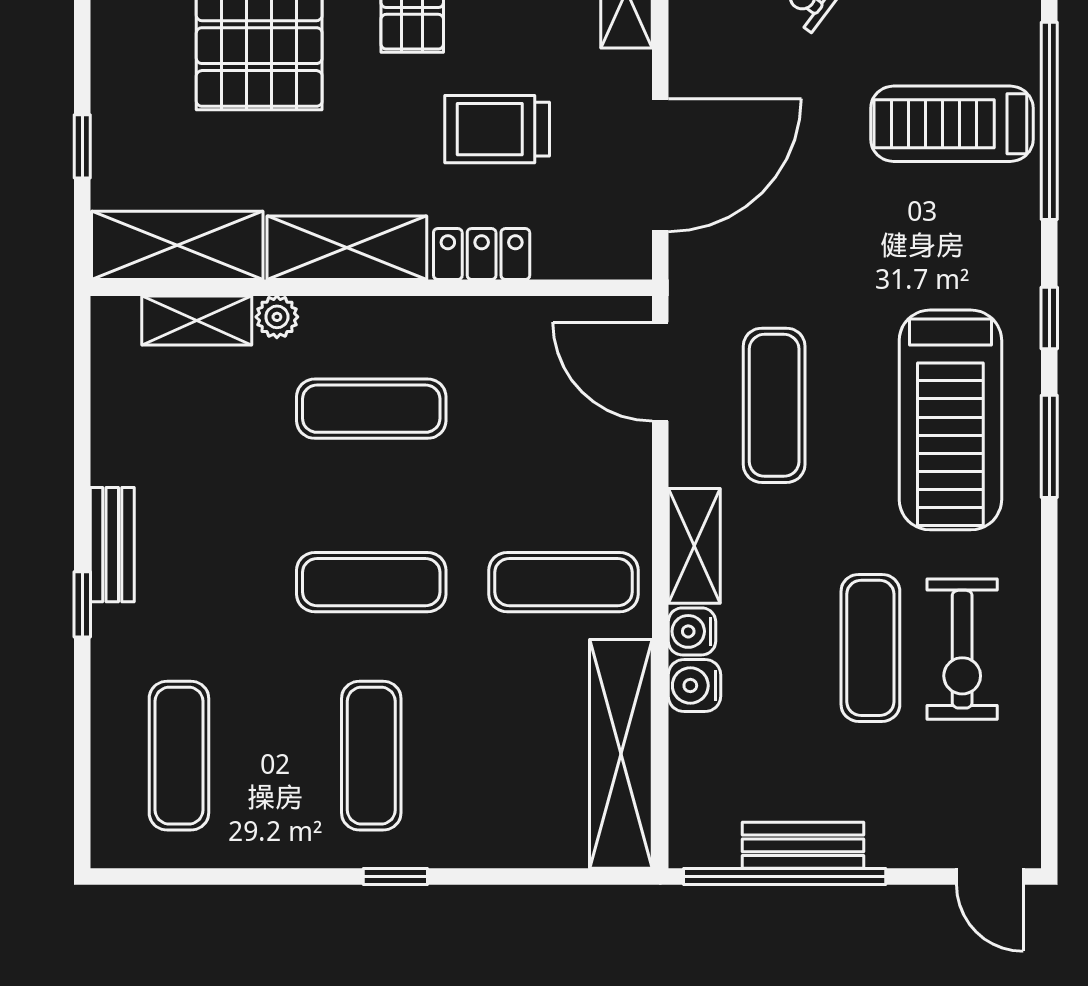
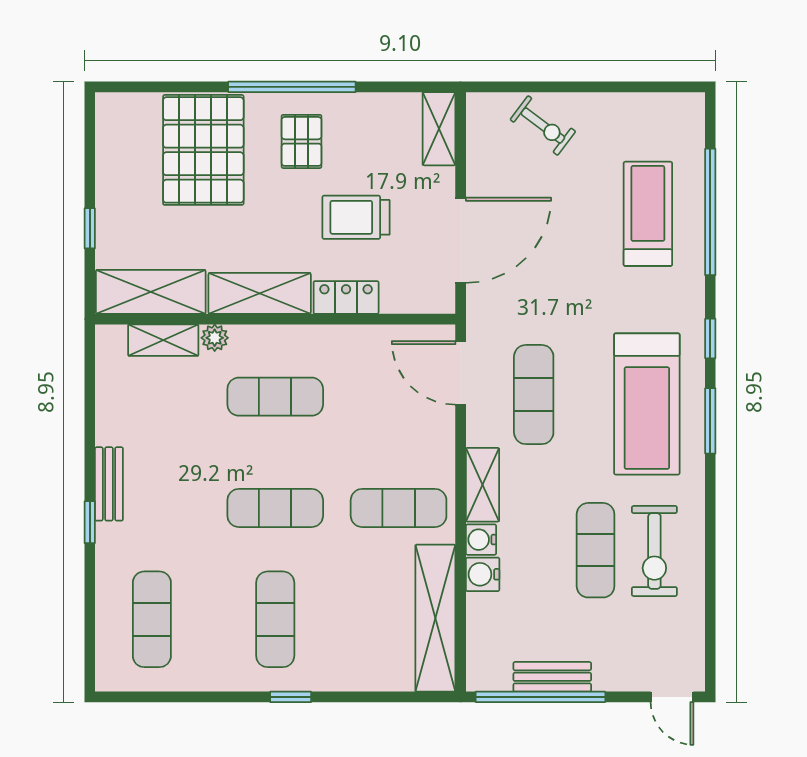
treadmill: (952, 124) -> (648, 214), turned 90

